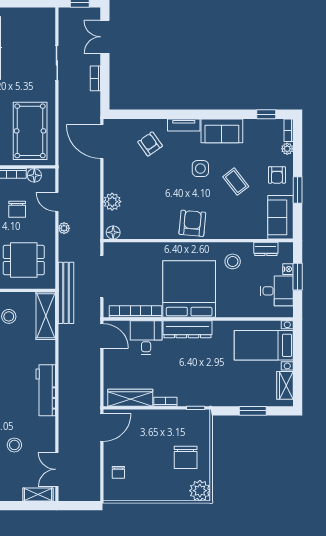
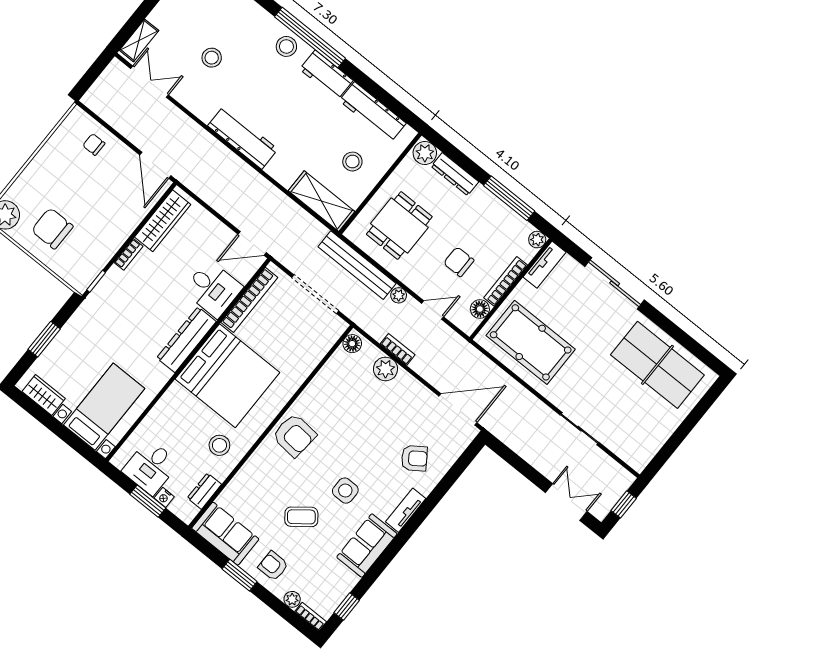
bookcase: (95, 78) -> (398, 349), moved
bench: (66, 293) -> (357, 265), moved

